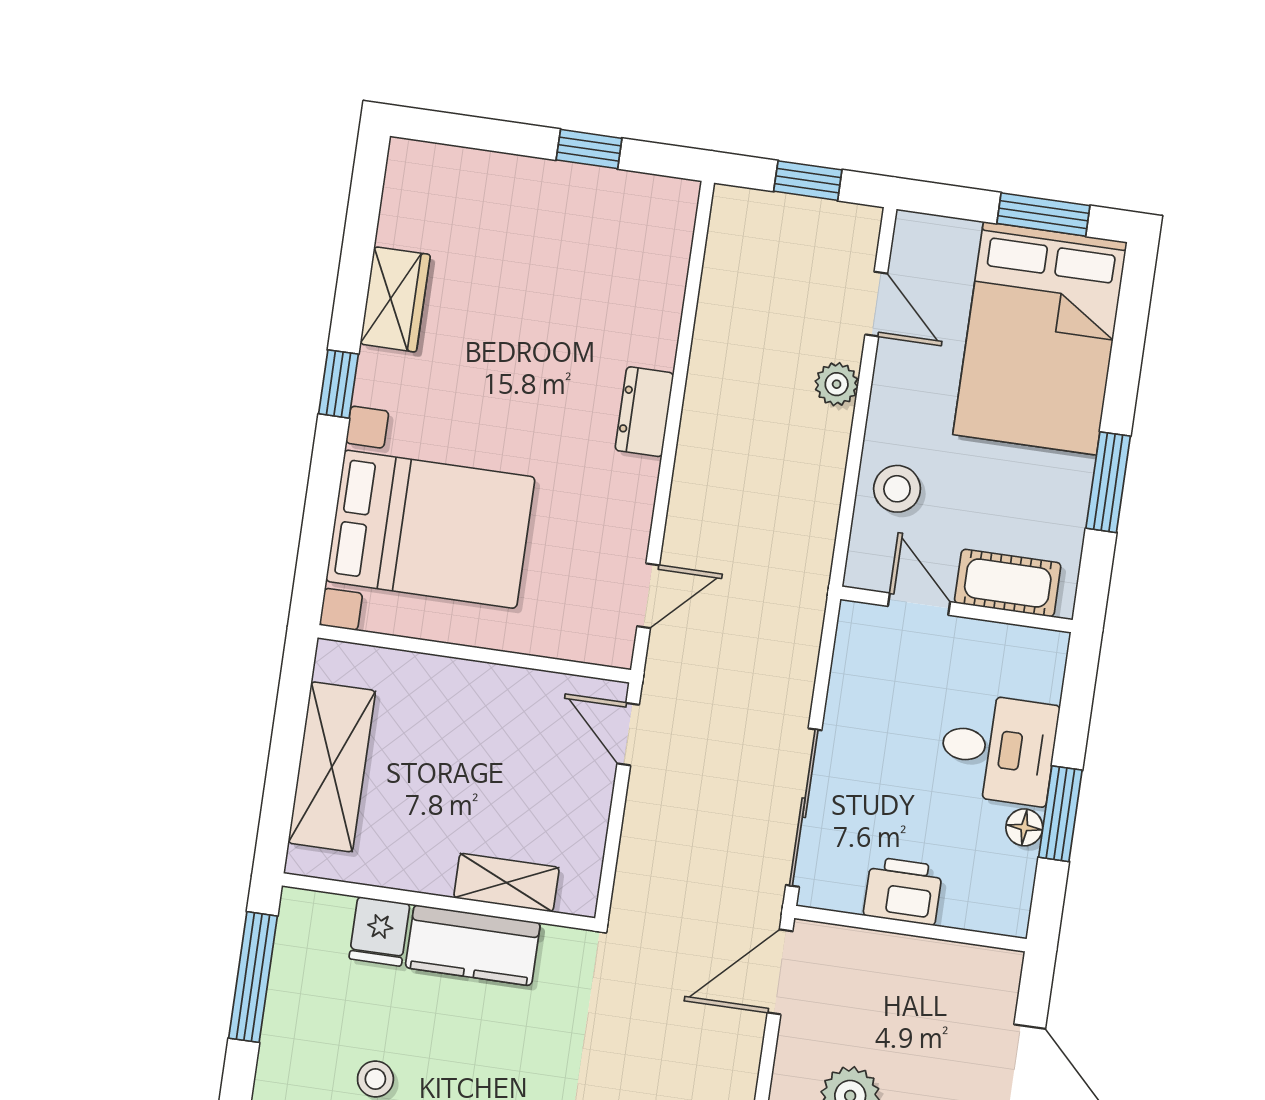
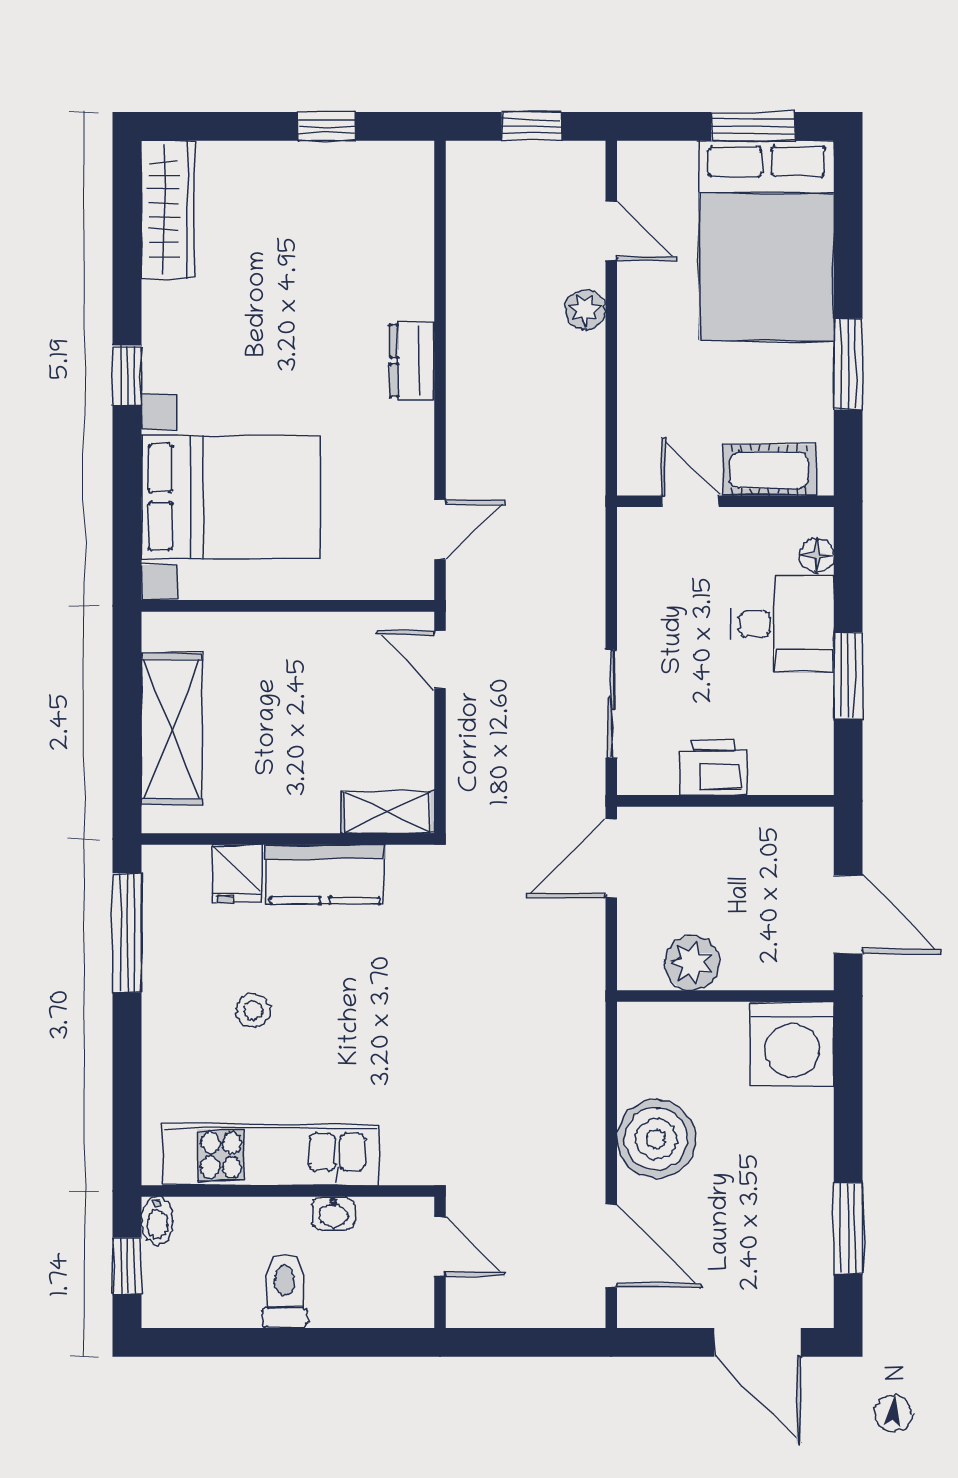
wardrobe: (395, 299) -> (168, 209), moved, width x1.50
stool: (897, 489) -> (655, 398), removed
sliding door: (804, 808) -> (611, 704), width x0.73
floor lamp: (1024, 827) -> (817, 555), moved
shelving: (506, 883) -> (388, 812), moved

